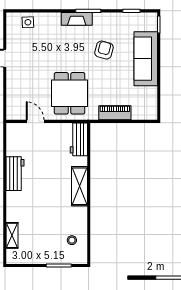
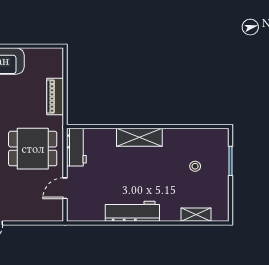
workbench: (79, 139) -> (76, 147), moved, turned -90
workbench: (15, 174) -> (132, 211), width x1.37
stool: (72, 240) -> (195, 166), moved

